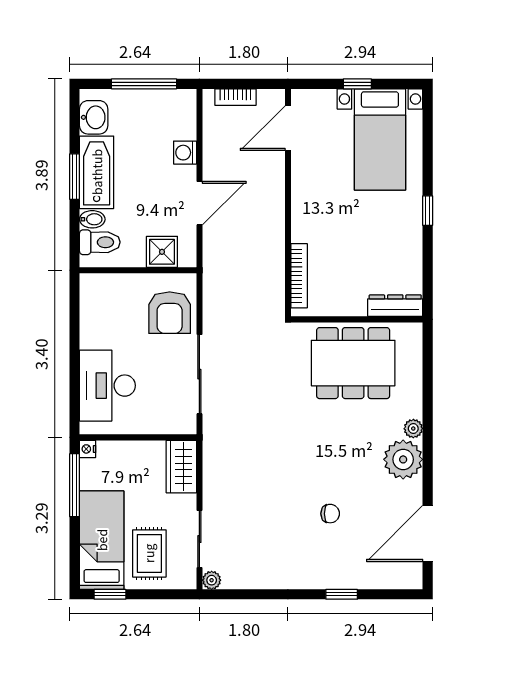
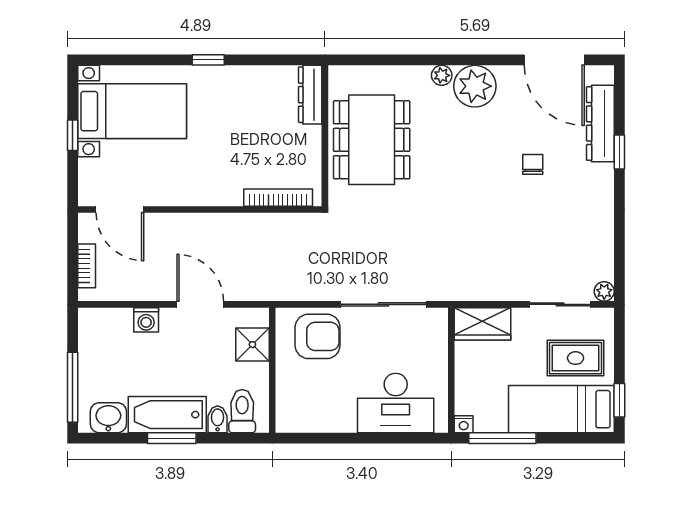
window: (144, 84) -> (73, 387), moved
dresser: (368, 577) -> (600, 123), added

